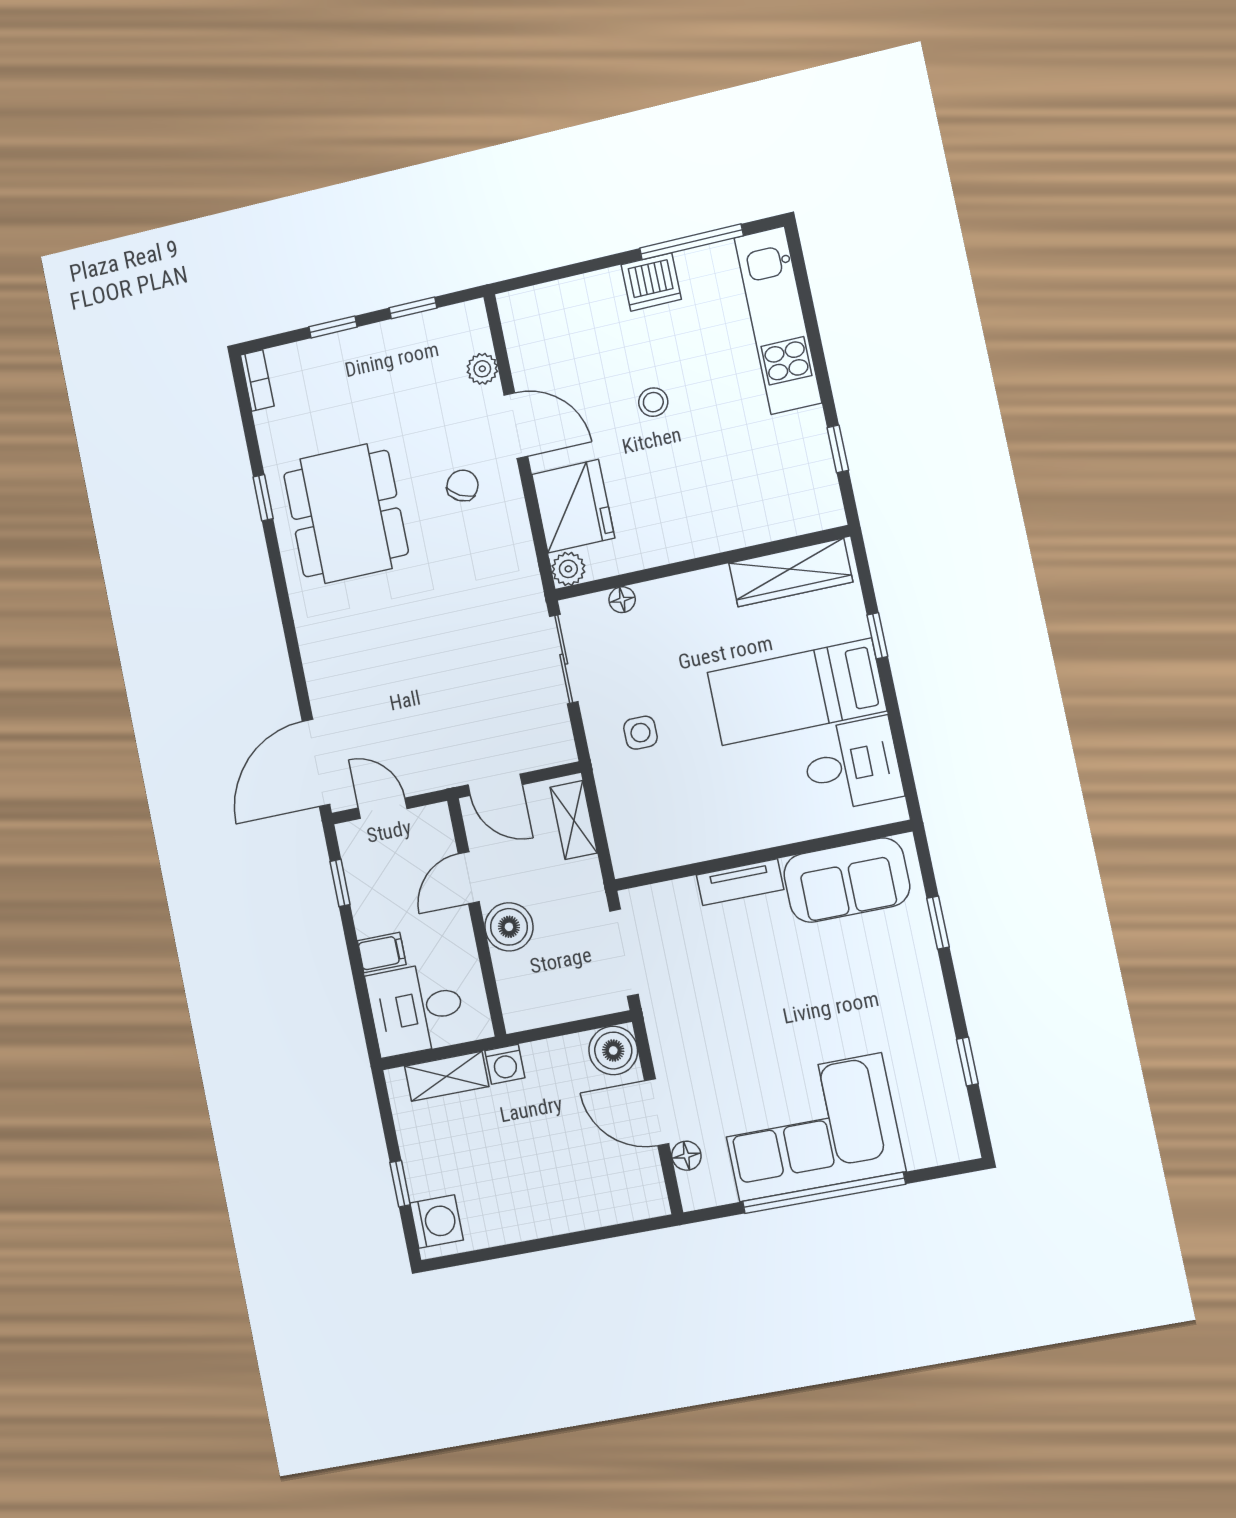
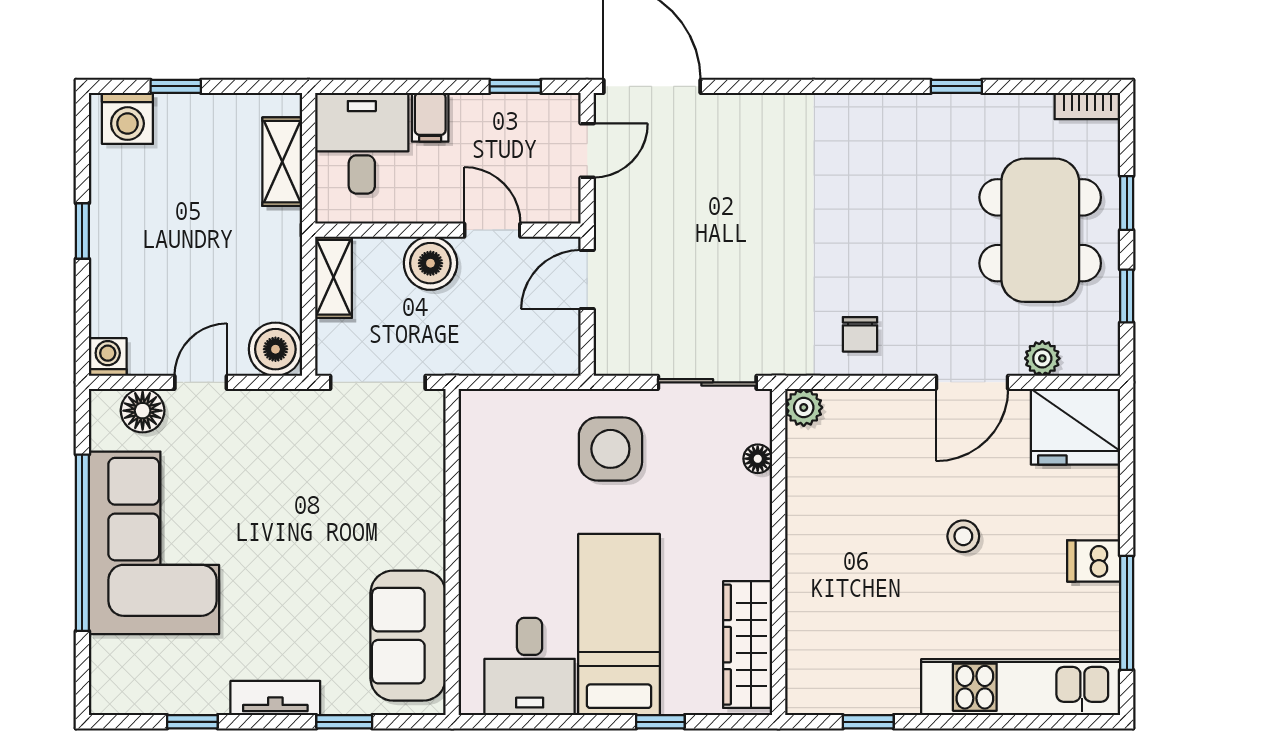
dishwasher: (651, 282) -> (1094, 561), width x0.73
chair: (463, 486) -> (860, 334), moved, turned 62
fridge: (573, 506) -> (1076, 427), moved
dining table: (346, 514) -> (1040, 230), moved, turned 90
side table: (640, 733) -> (610, 449), width x1.87, depth x1.87
shelving: (574, 820) -> (333, 277), moved, turned 90
tv unit: (740, 882) -> (275, 698), moved, turned 90
washing machine: (505, 1064) -> (108, 357), moved, turned 90
door: (657, 1112) -> (201, 382), width x0.73
floor lamp: (686, 1156) -> (143, 411), width x1.37, depth x1.37
window: (544, 1244) -> (82, 231), added

